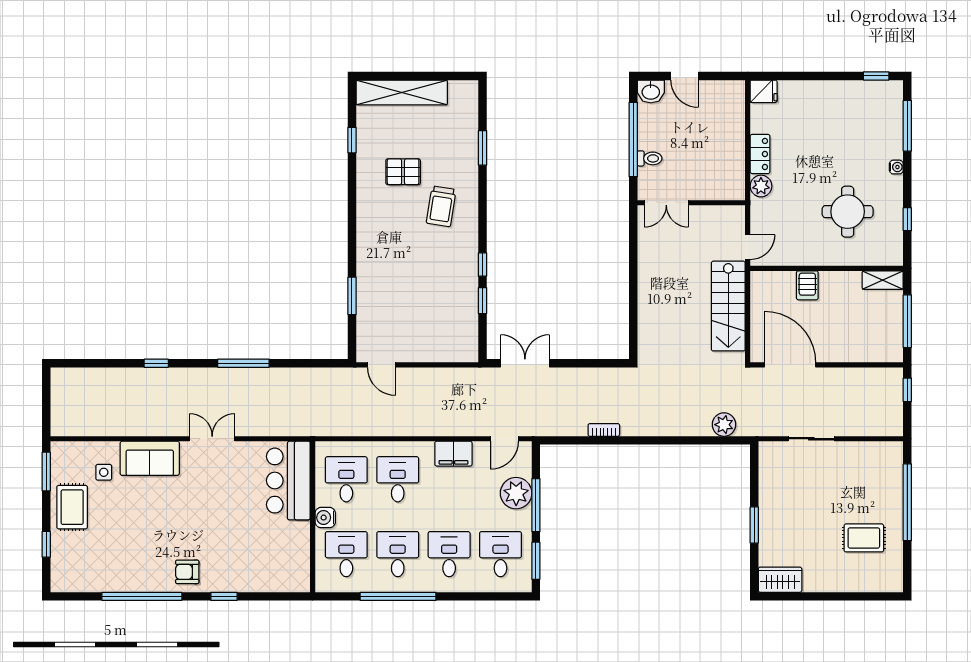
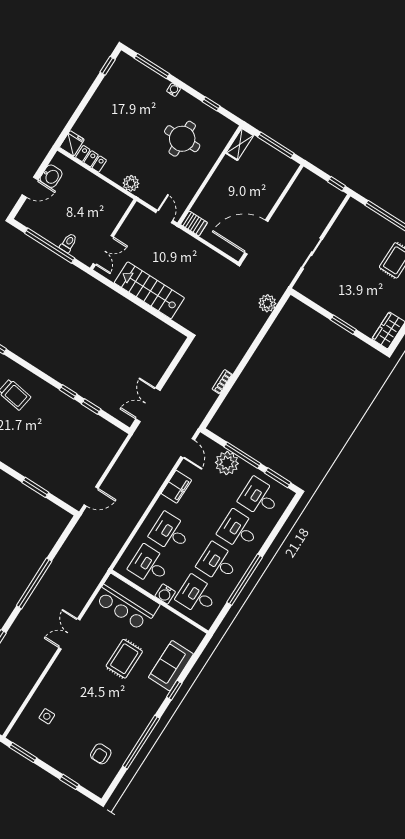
washbasin: (651, 91) -> (51, 176), moved
locker: (760, 154) -> (91, 159), moved
server rack: (807, 285) -> (194, 223), moved
stairs: (728, 306) -> (149, 290), moved, turned 180
window: (243, 363) -> (34, 583), width x1.46
window: (907, 390) -> (337, 184), moved
sofa: (150, 458) -> (171, 666), moved, turned 180
rug: (72, 507) -> (124, 659), moved, turned 90
armchair: (187, 572) -> (101, 754), moved

